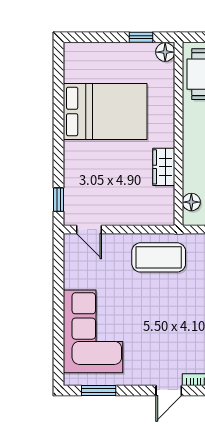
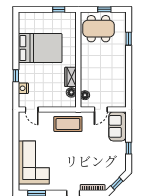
floor lamp: (165, 52) -> (71, 92), moved
nightstand: (73, 189) -> (23, 88), added
window: (58, 200) -> (16, 76), moved

